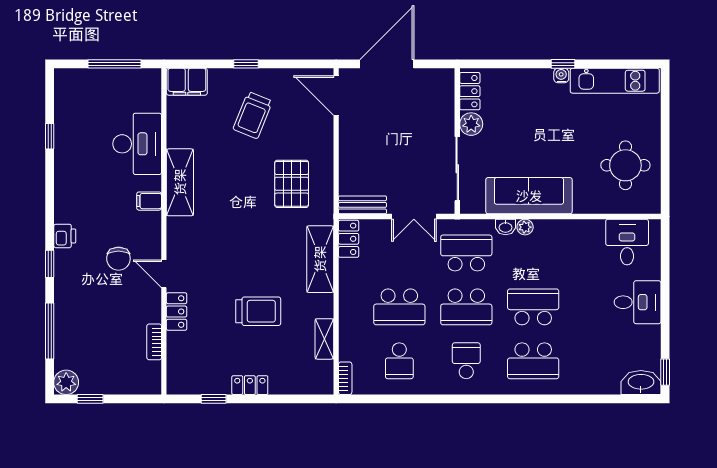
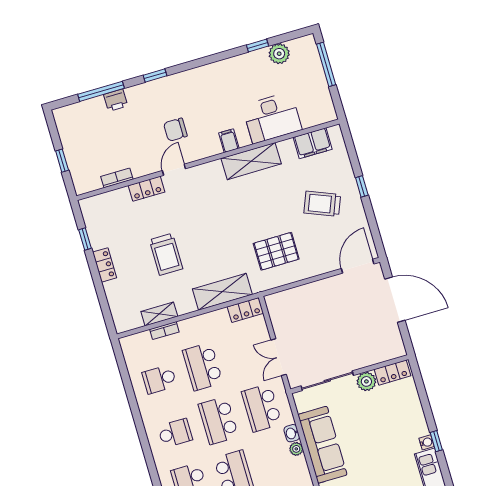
window: (115, 64) -> (326, 64), moved
filing cabinet: (187, 82) -> (313, 143), moved, turned -90
bench: (363, 205) -> (276, 313), removed
printer: (65, 236) -> (116, 100), moved
school desk: (466, 253) -> (262, 408), turned 180
bookcase: (345, 378) -> (164, 331), moved
plant: (66, 382) -> (279, 54), moved
window: (90, 399) -> (62, 161), moved

